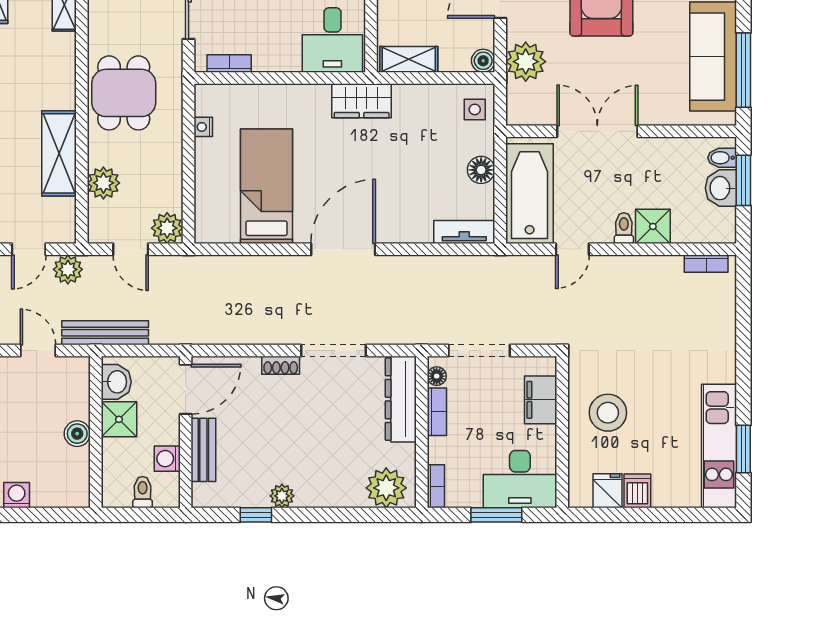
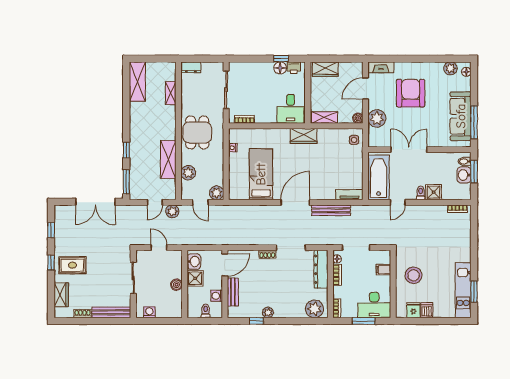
floor lamp: (481, 170) -> (357, 167), removed
bench: (105, 333) -> (331, 210), moved
filing cabinet: (541, 400) -> (383, 270), width x0.50

